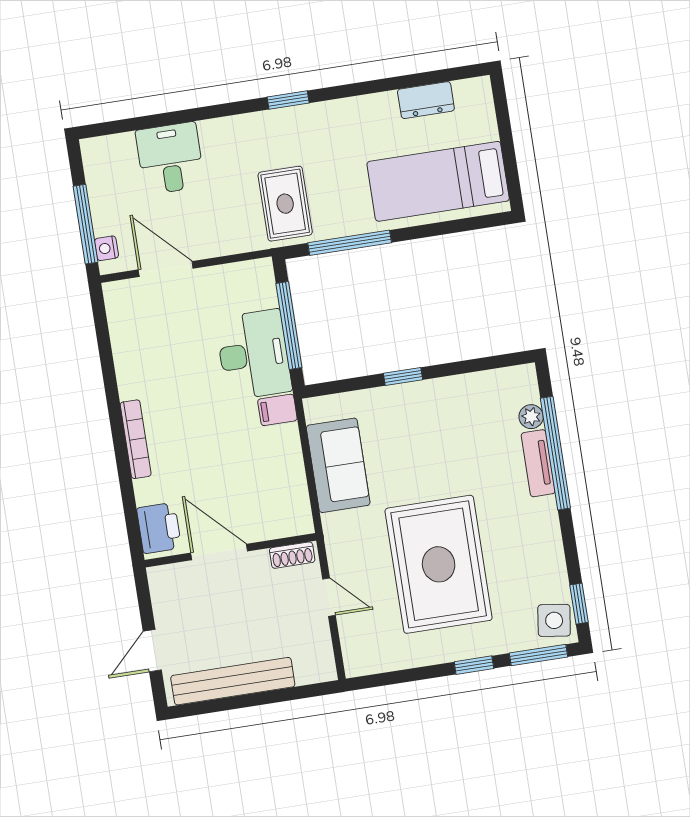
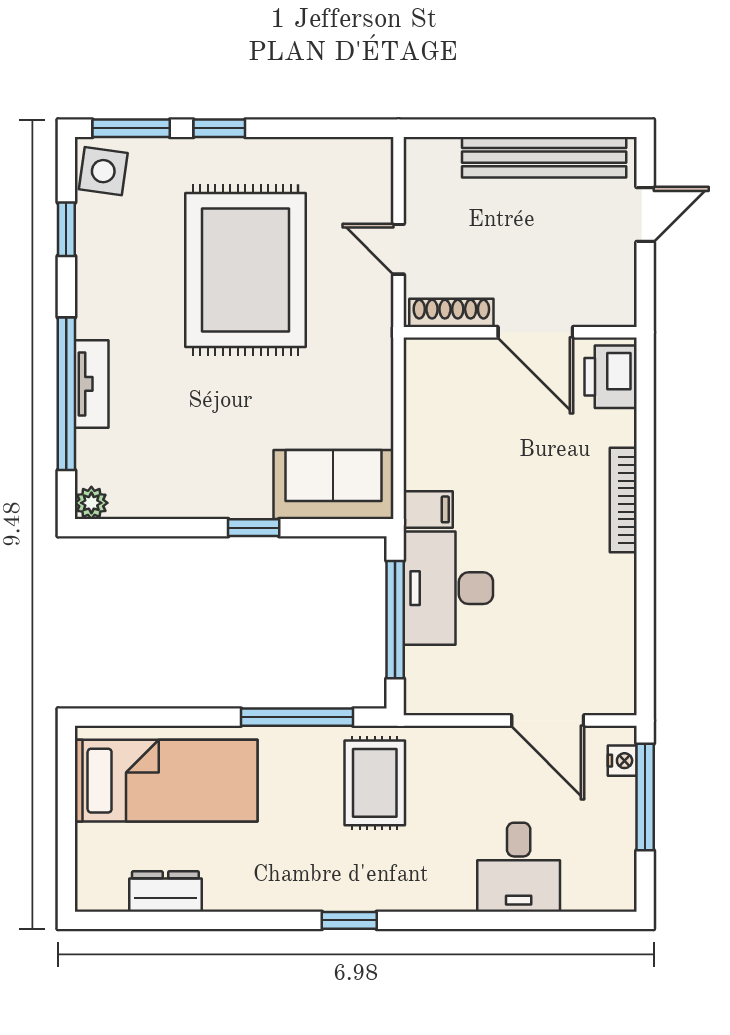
plant: (531, 417) -> (91, 503), moved
sofa: (338, 465) -> (333, 485), moved, turned 90
shoe rack: (292, 555) -> (451, 313), width x1.43
window: (579, 604) -> (66, 229), moved

